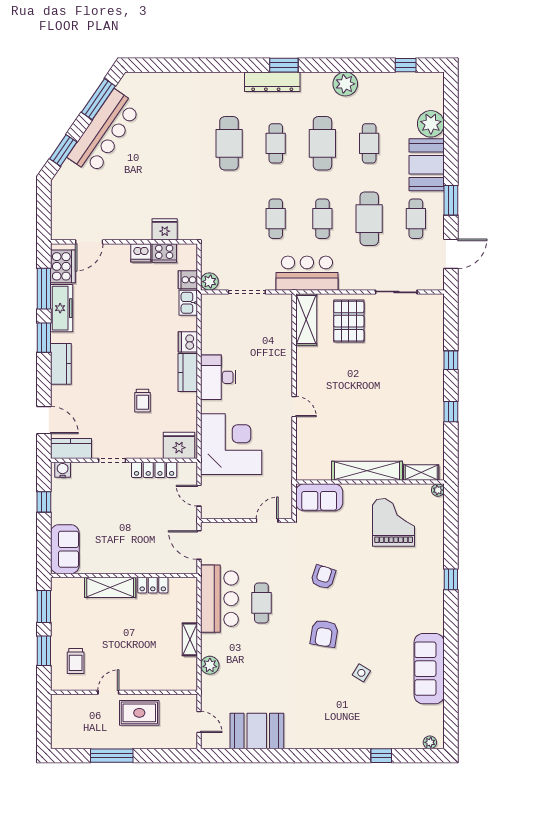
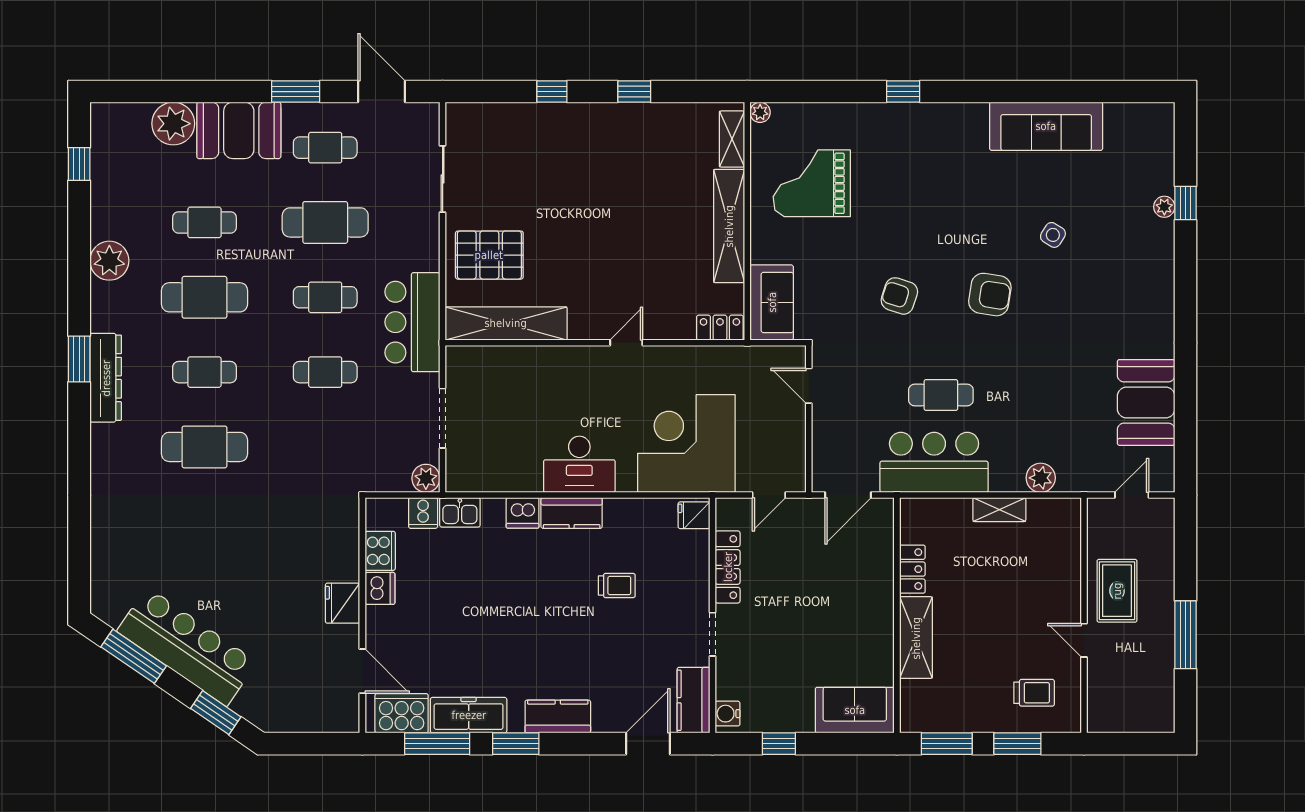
fridge: (165, 229) -> (343, 603), moved
shelving: (306, 320) -> (506, 323), width x1.47
fridge: (179, 445) -> (694, 515), width x0.53, depth x0.75
locker: (304, 465) -> (720, 328), added
plant: (430, 742) -> (1164, 207), moved

